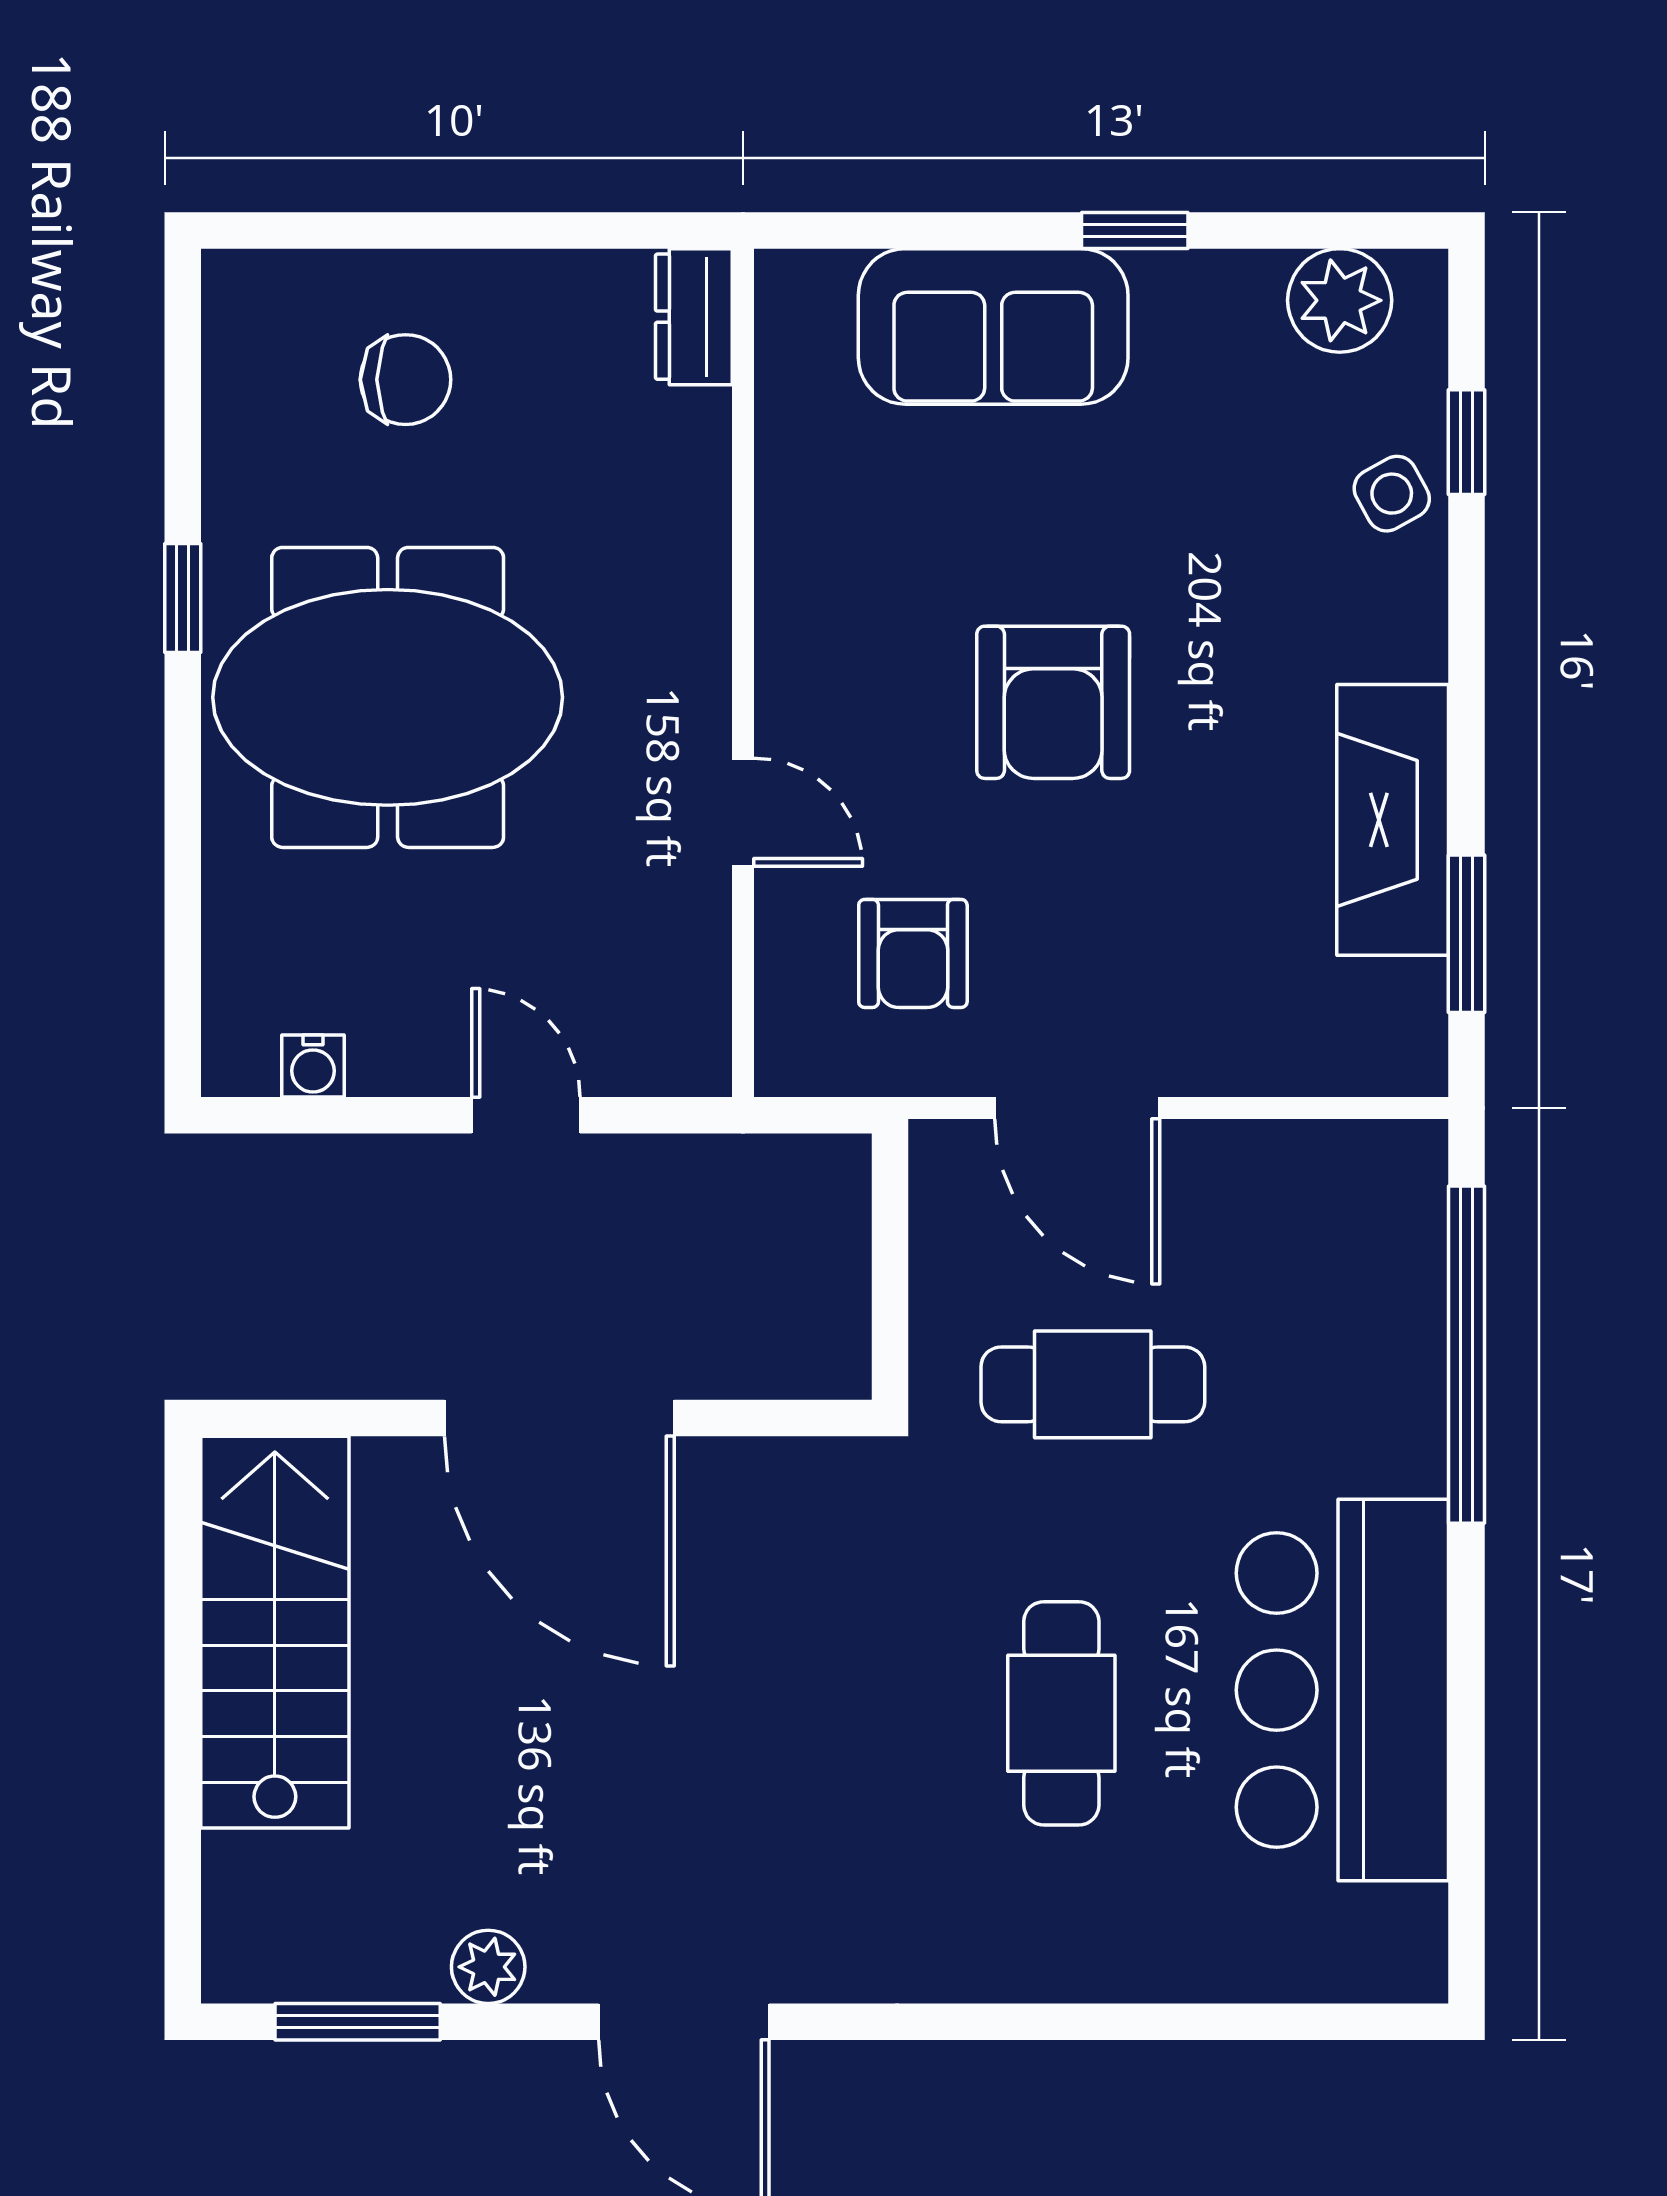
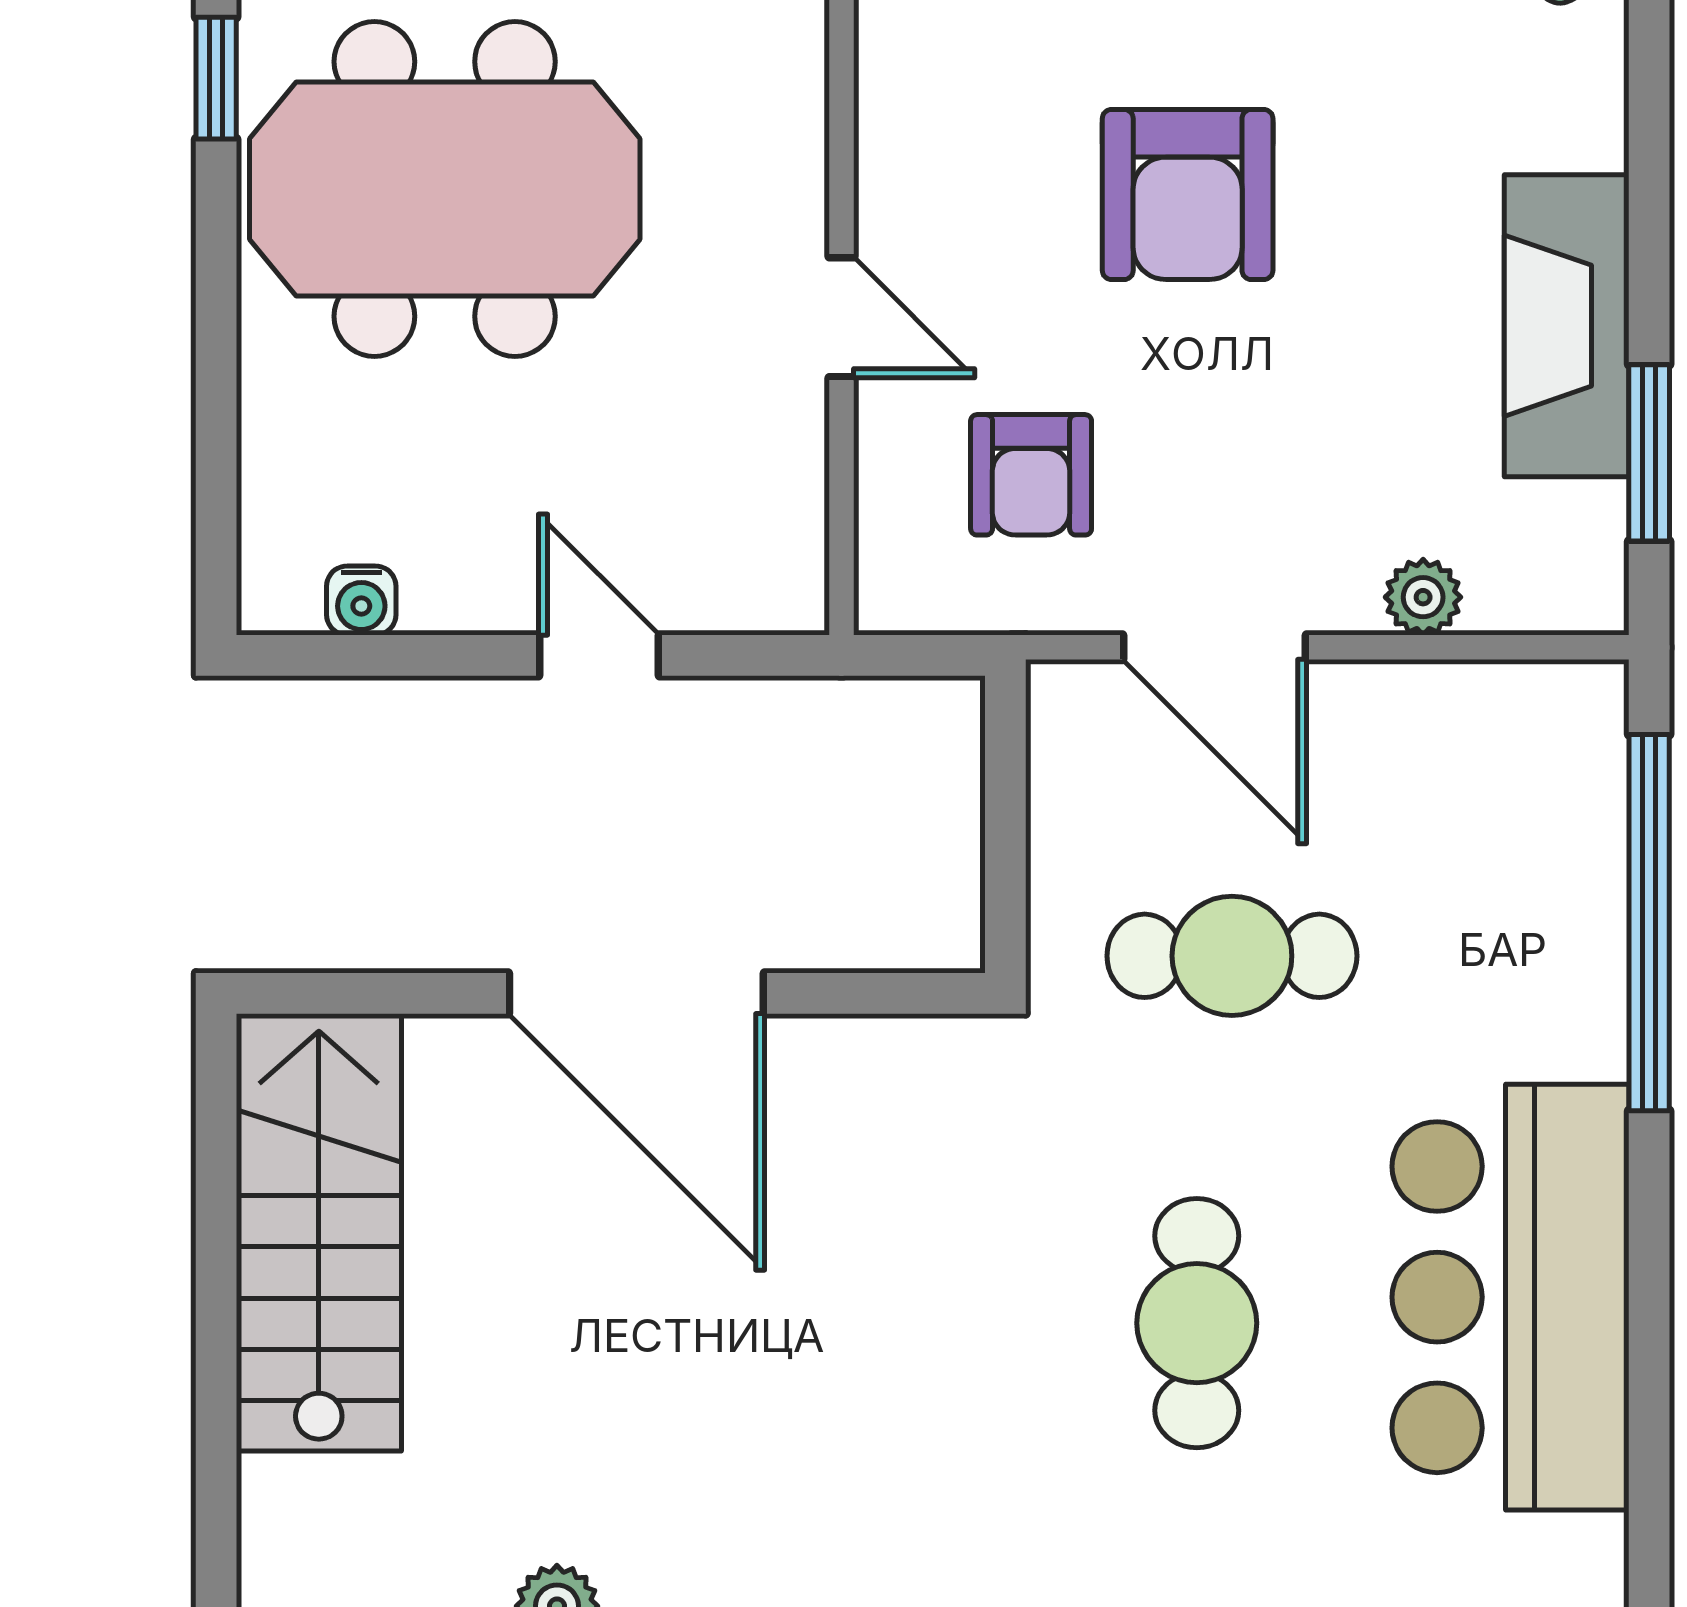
plant: (1264, 1063) -> (1423, 597), added

